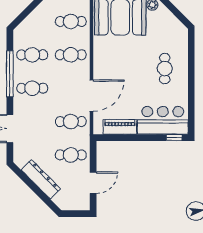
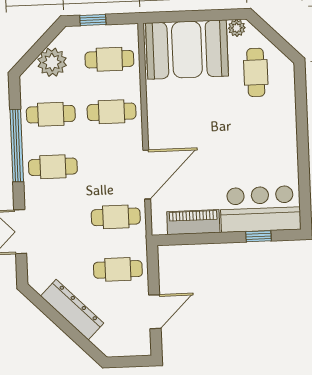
plant: (34, 22) -> (52, 62), added
cafe table: (165, 69) -> (256, 72), moved
window: (174, 138) -> (258, 236), moved

